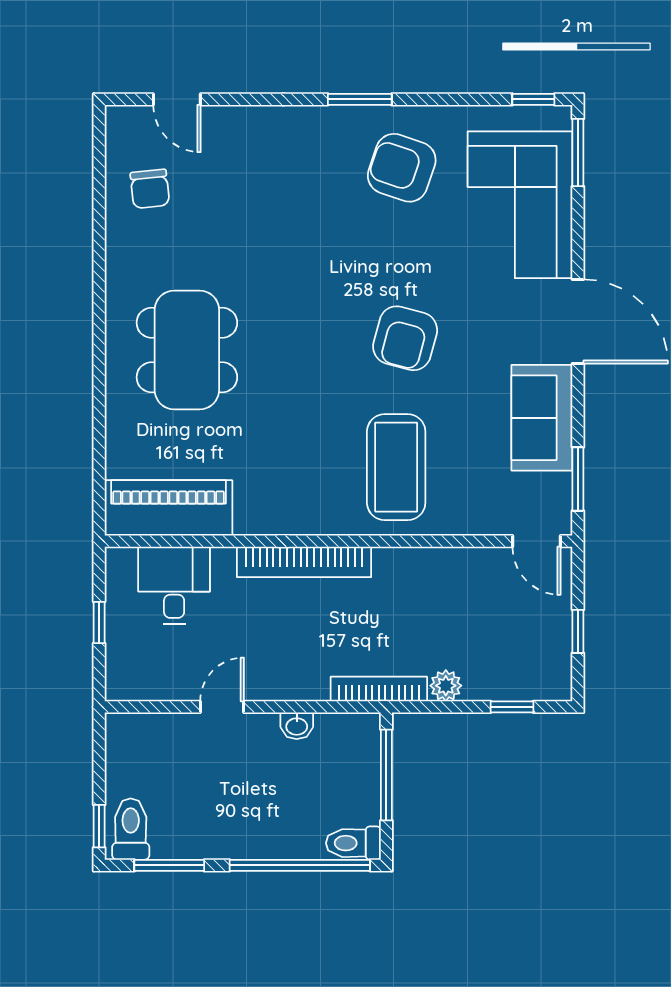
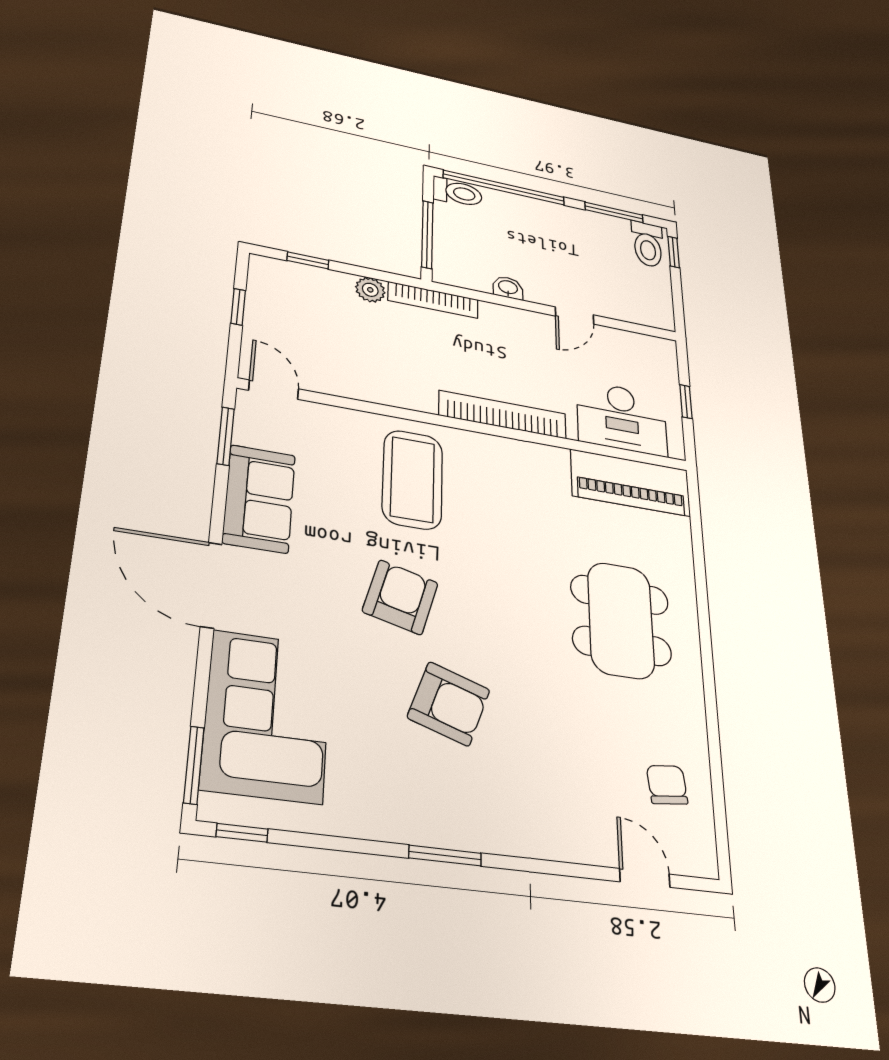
armchair: (402, 168) -> (449, 704), moved
desk: (174, 585) -> (622, 418), width x1.37

